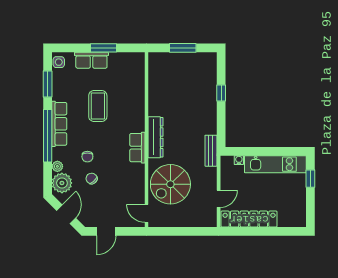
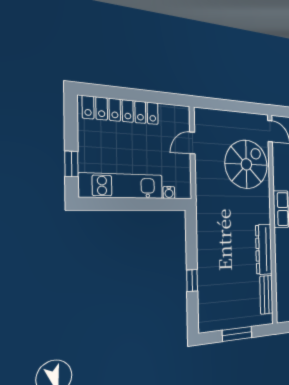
dresser: (156, 137) -> (264, 249), moved
bench: (211, 151) -> (266, 295), moved
locker: (249, 219) -> (121, 110), moved

